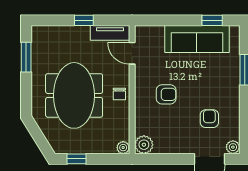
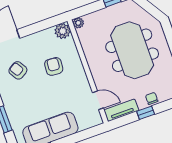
chair: (119, 94) -> (152, 98), moved
armchair: (166, 94) -> (54, 66), moved, turned 95
armchair: (209, 119) -> (18, 70), turned 149

